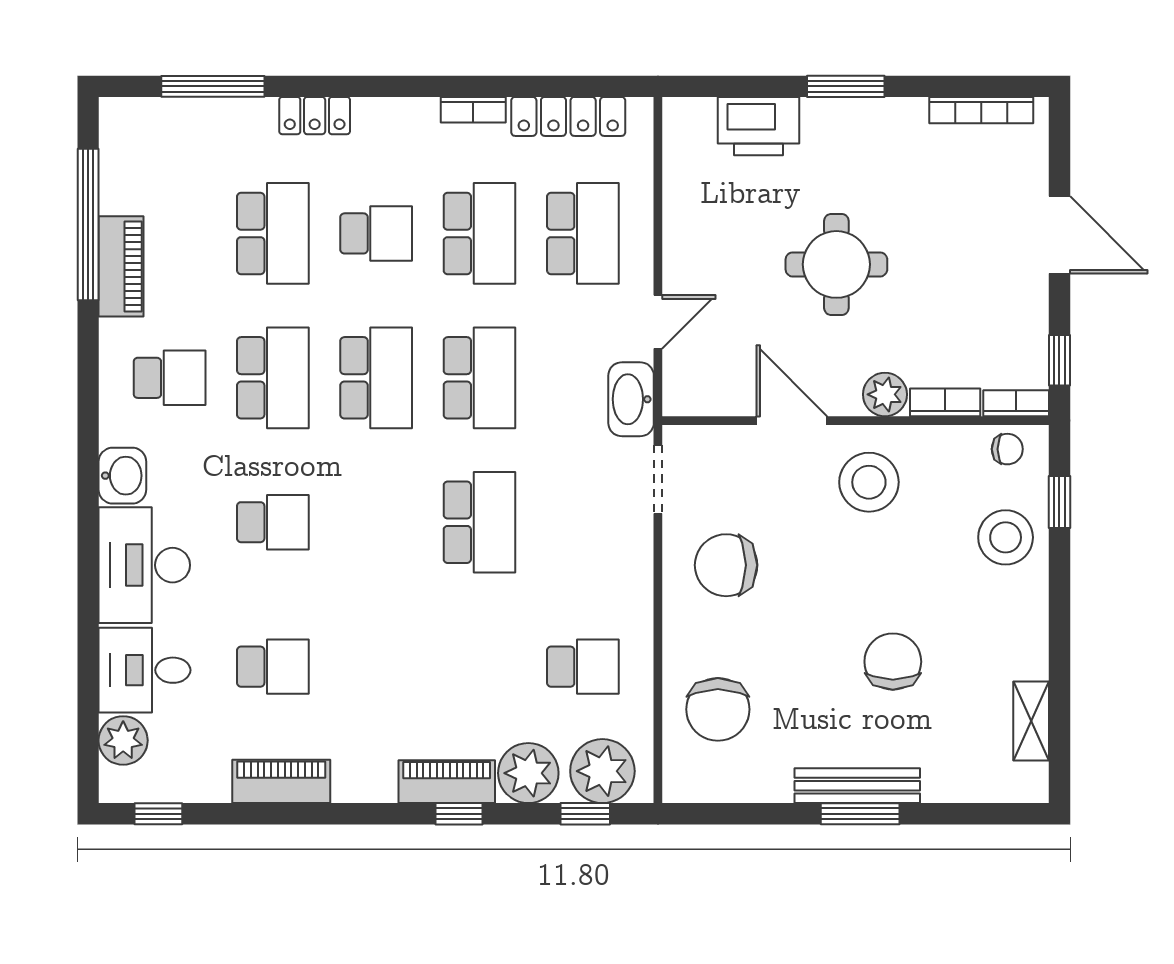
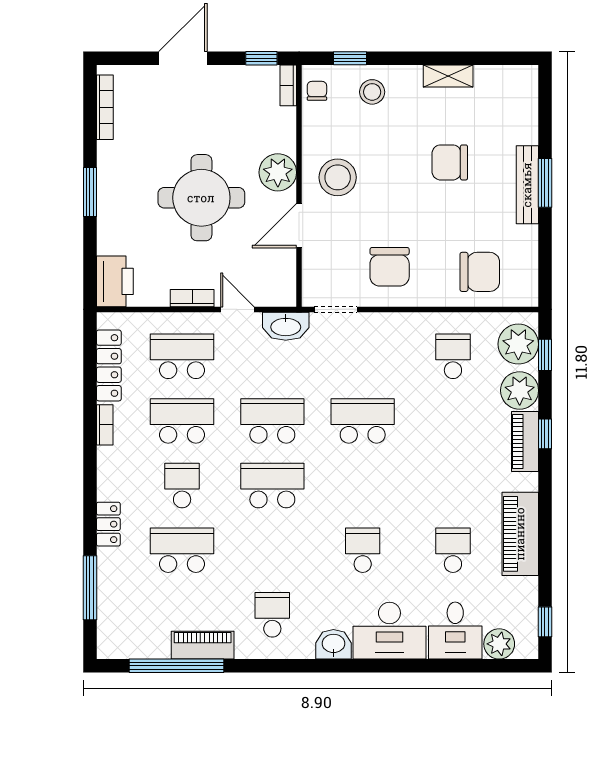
printer: (759, 126) -> (115, 281), moved
round table: (836, 264) -> (201, 198), width x1.36, depth x1.36
school desk: (273, 378) -> (272, 550), removed
plant: (885, 394) -> (278, 172), width x1.36, depth x1.36
bookcase: (945, 402) -> (192, 298), moved, turned 90
stool: (1006, 537) -> (372, 92), width x0.73, depth x0.73
shelving: (1031, 721) -> (448, 76), moved
piano: (281, 781) -> (520, 534), width x1.37, depth x1.33

